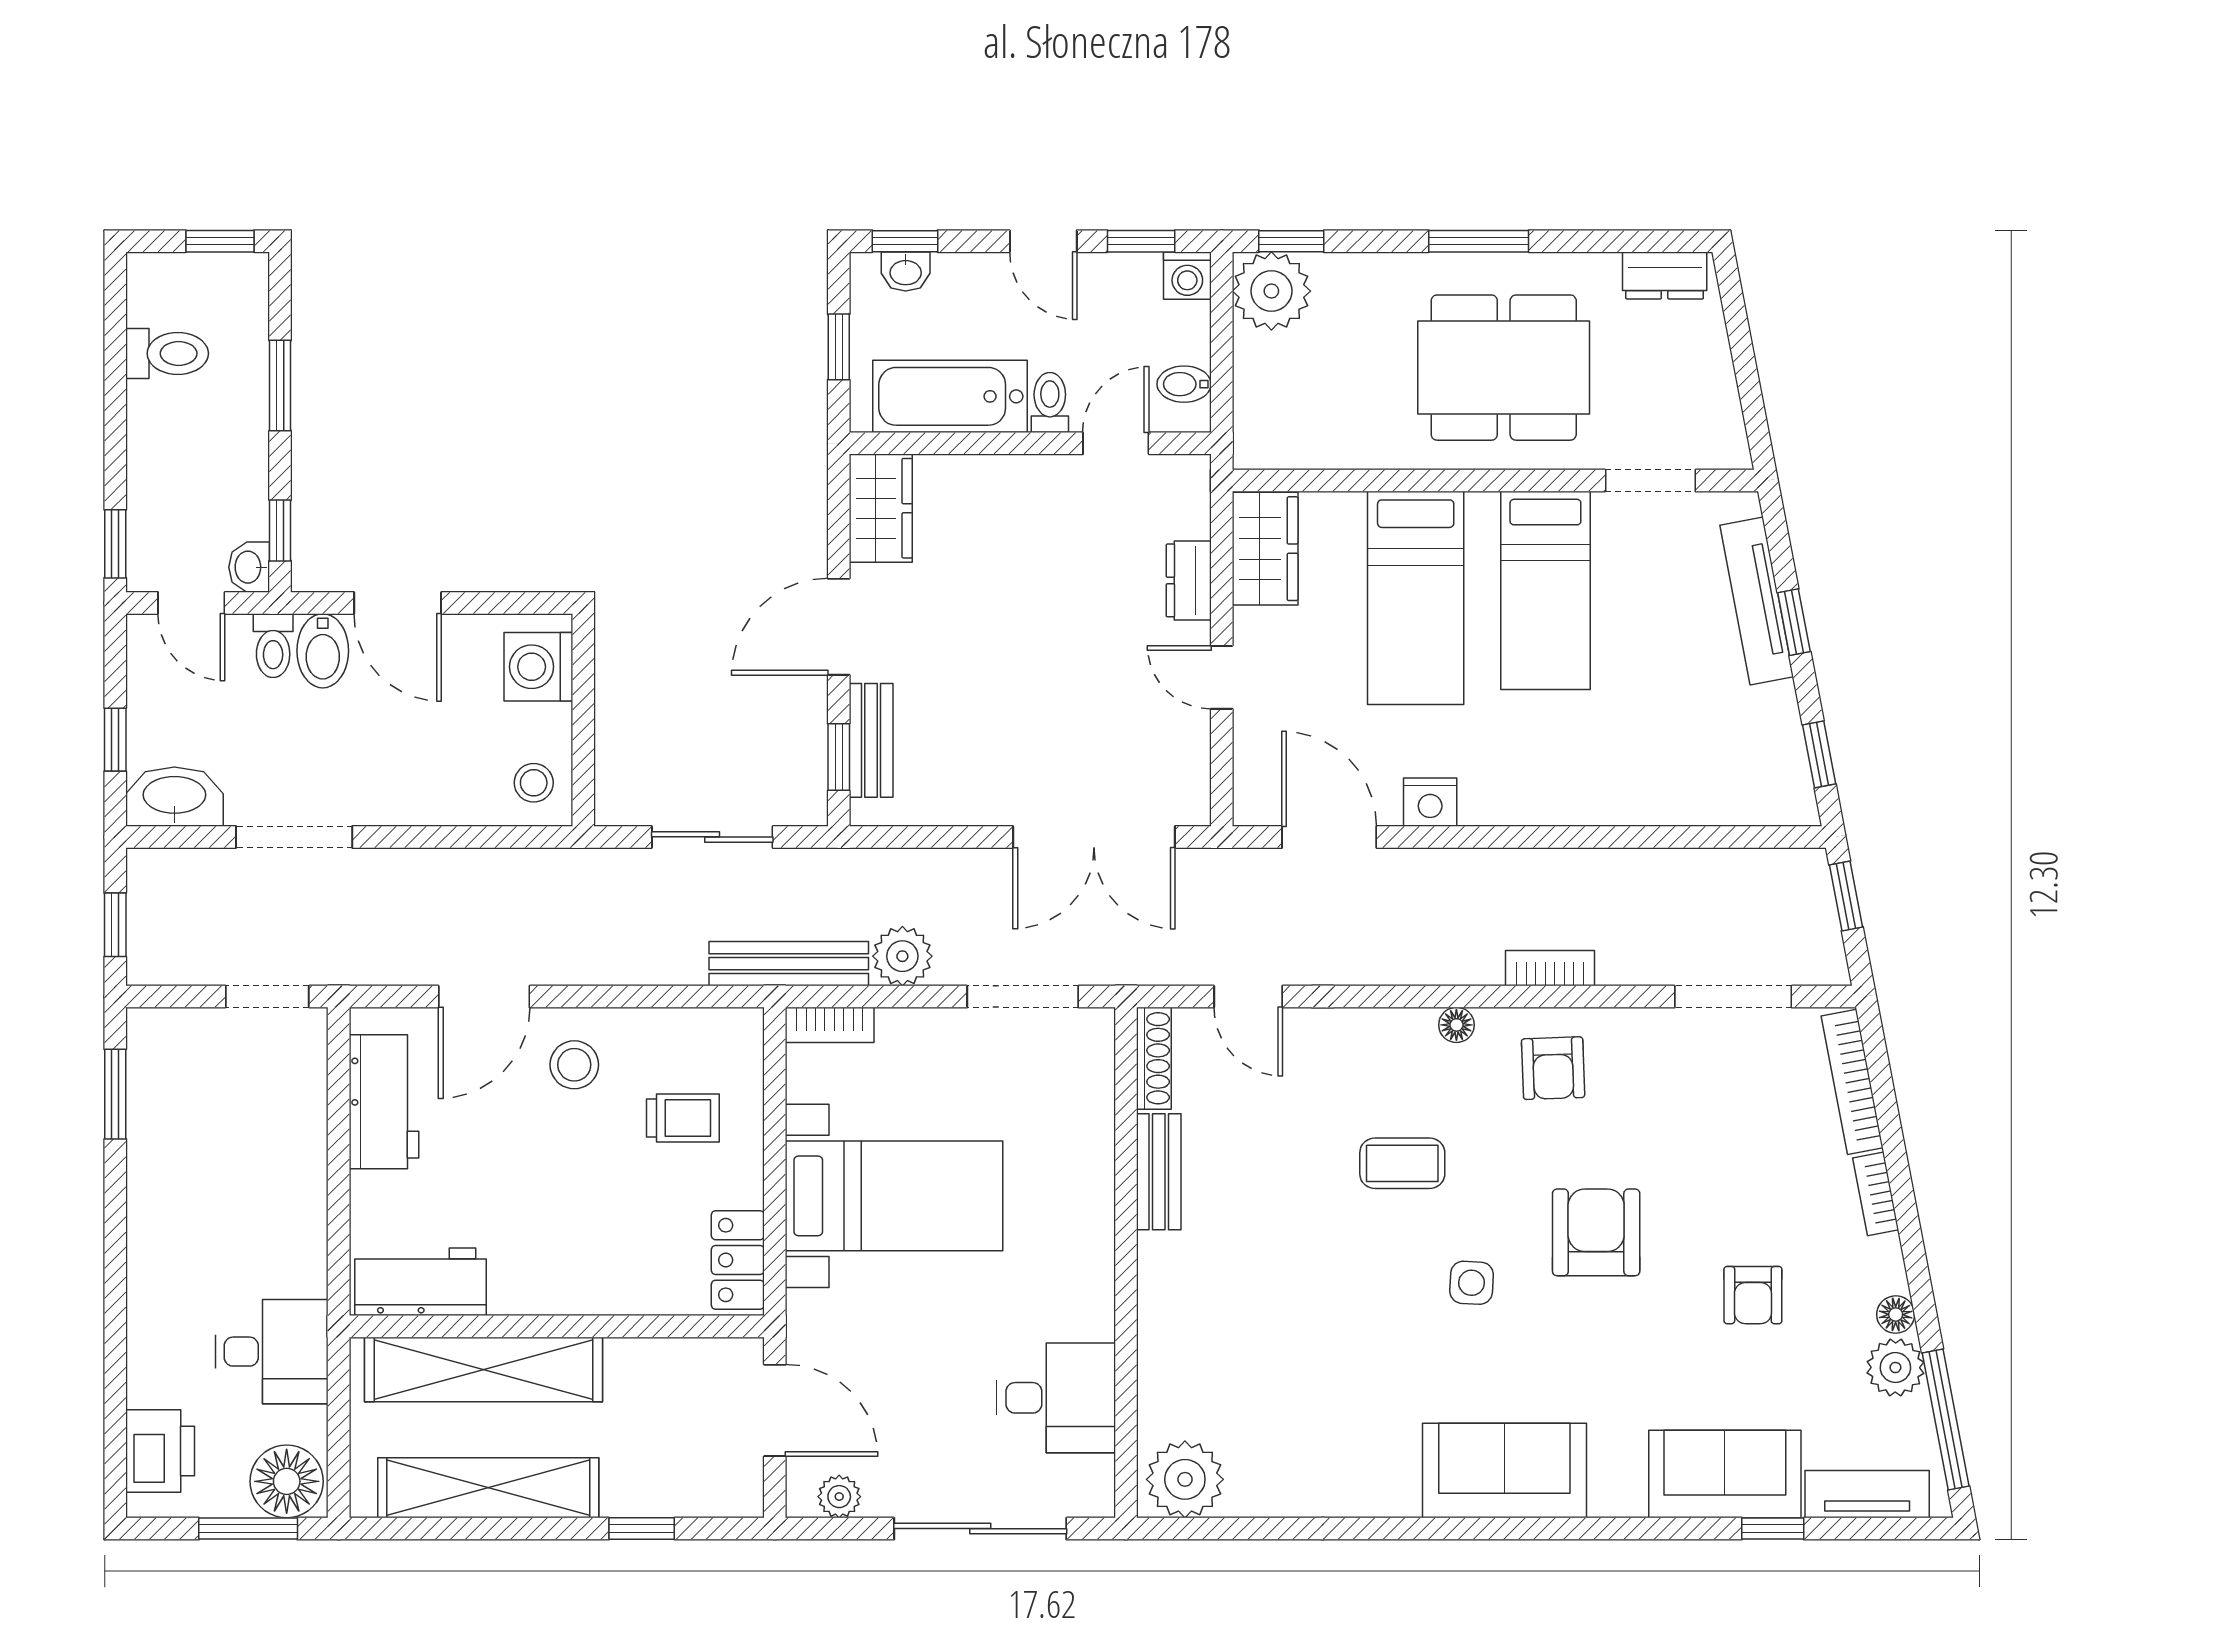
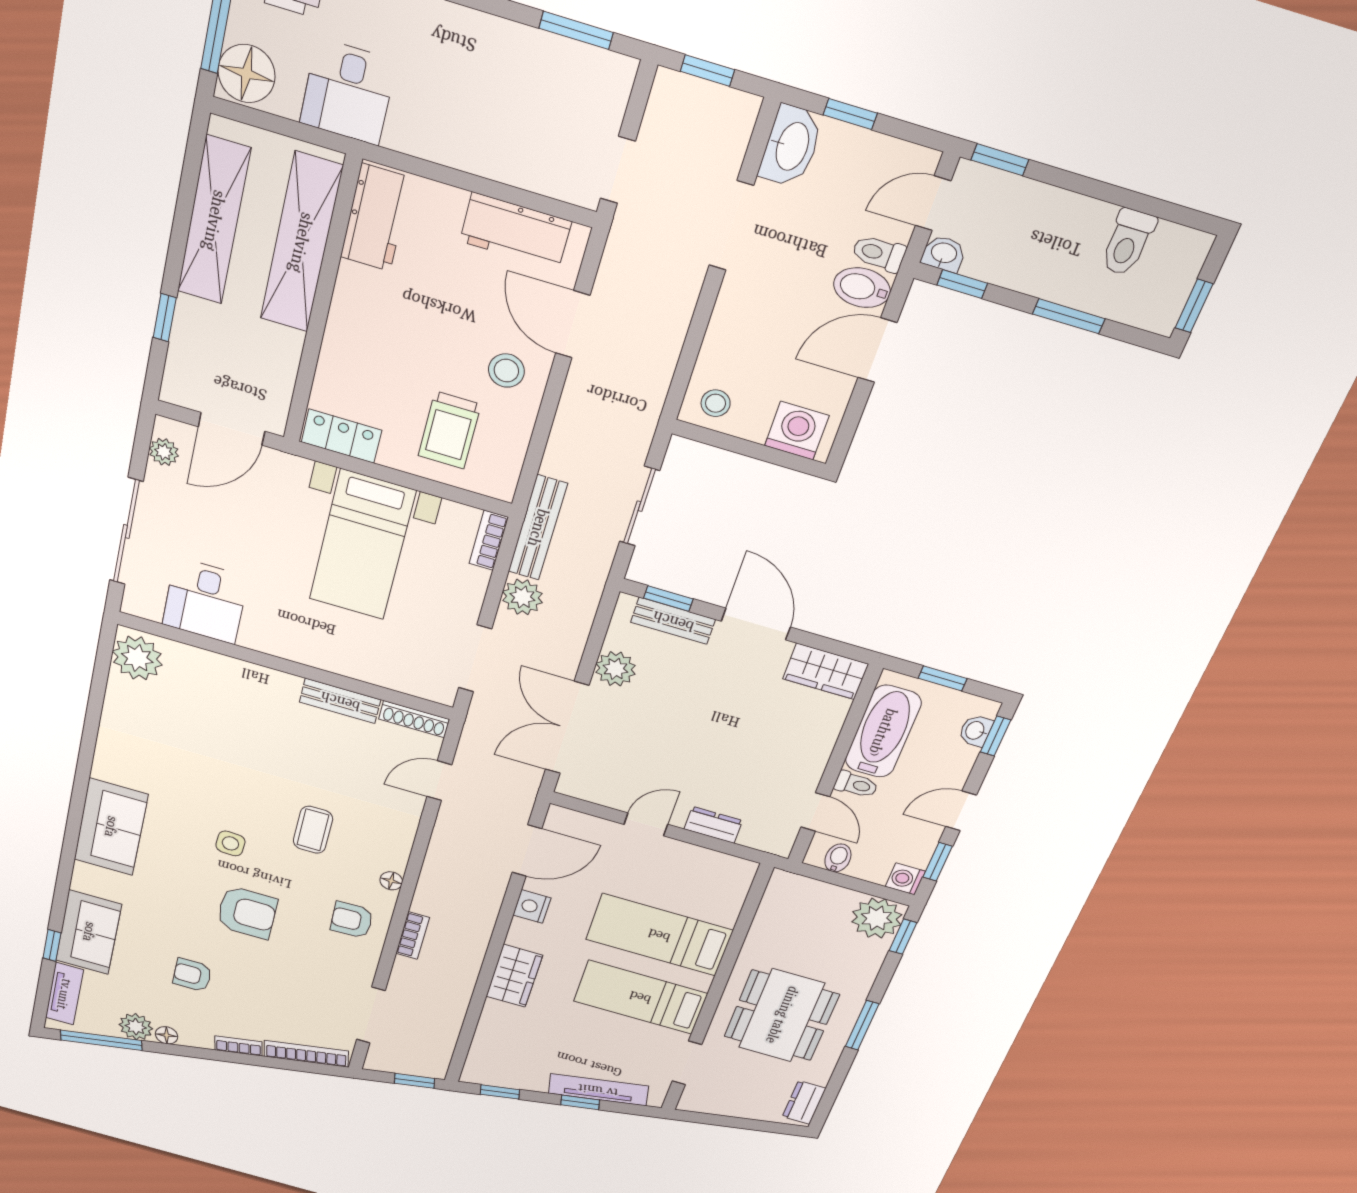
wardrobe: (1265, 549) -> (514, 976), moved, turned -90
plant: (974, 797) -> (616, 669), added
trolley: (683, 1118) -> (450, 430), width x1.36, depth x1.39

